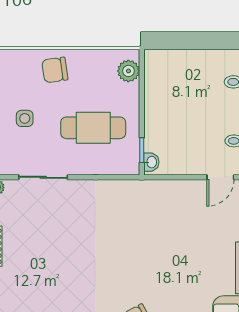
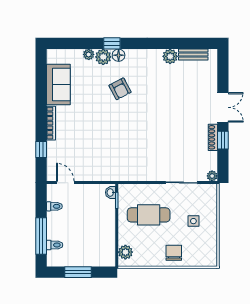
window: (201, 41) -> (78, 272), added
chair: (55, 70) -> (174, 253), turned -82
door: (220, 177) -> (65, 183), hinge flipped

